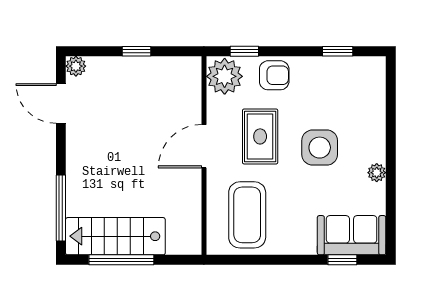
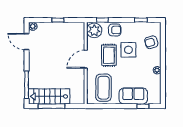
armchair: (363, 105) -> (151, 42), added
side table: (320, 148) -> (128, 50), moved
sofa: (352, 235) -> (133, 96), moved

